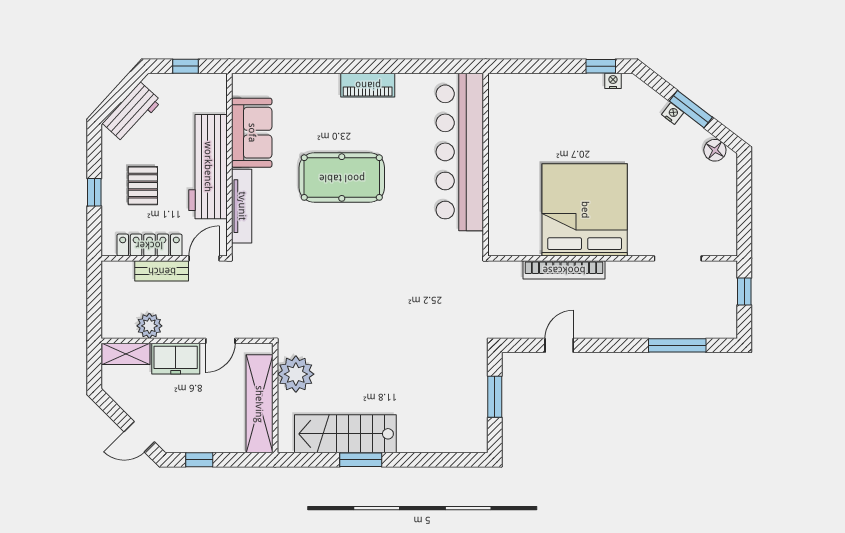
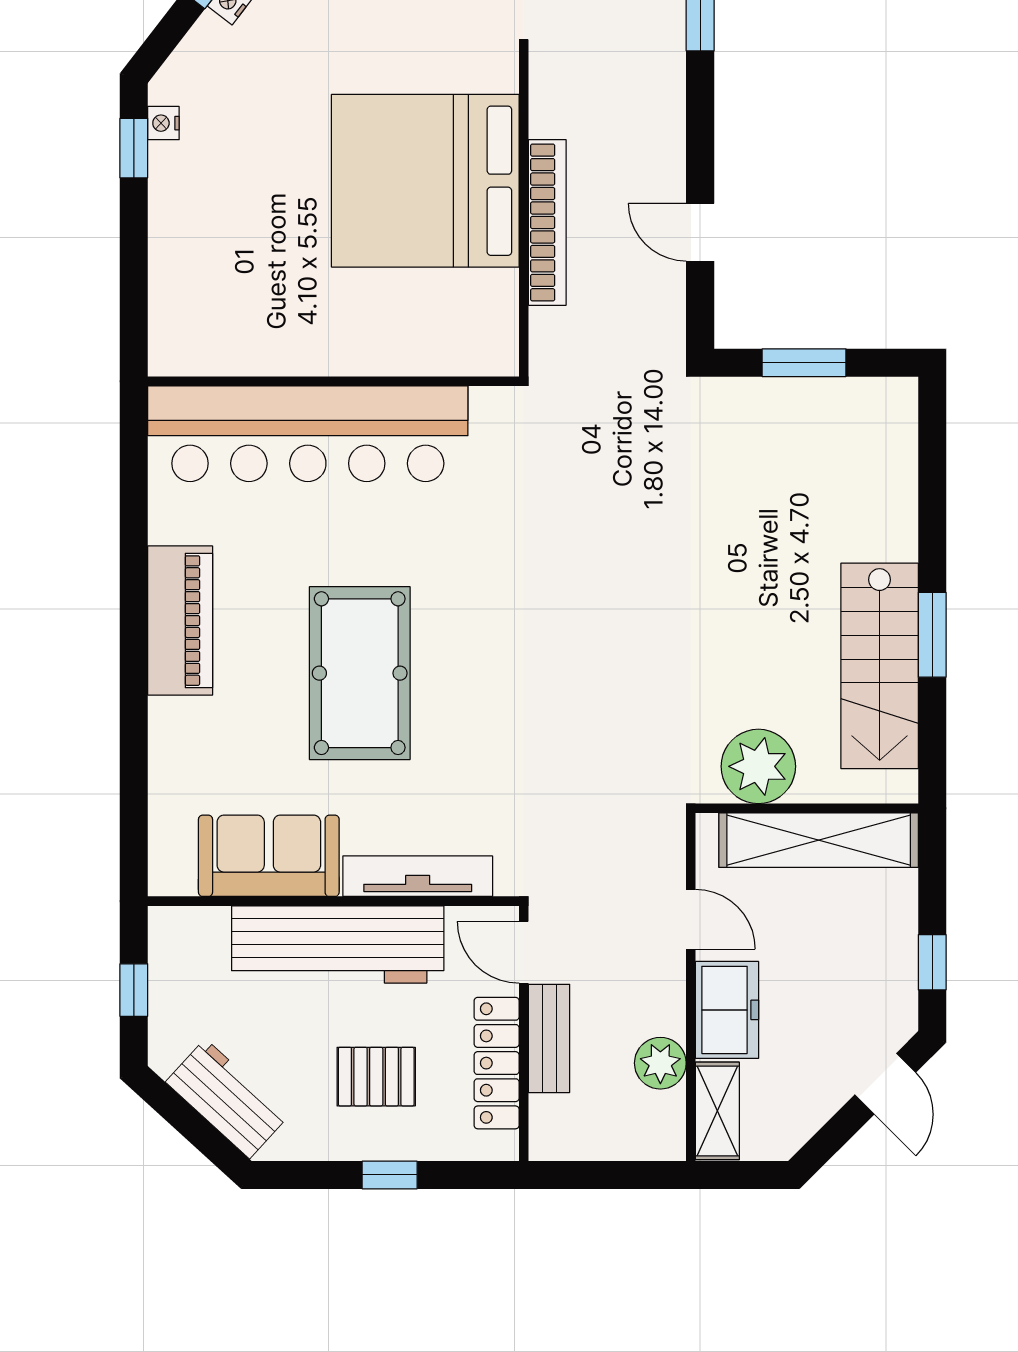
piano: (368, 85) -> (180, 621), width x1.37, depth x1.33

